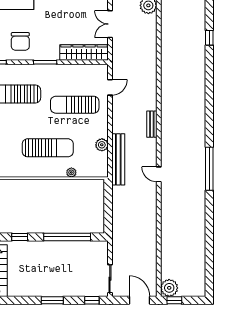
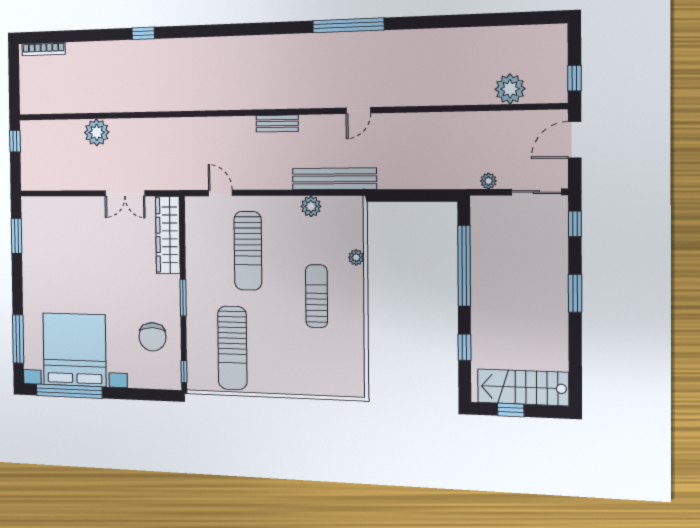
chair: (20, 41) -> (153, 337), turned 90
sun lounger: (48, 148) -> (317, 296), width x0.73, depth x0.75
plant: (116, 251) -> (489, 181), added
plant: (169, 288) -> (510, 89), moved

